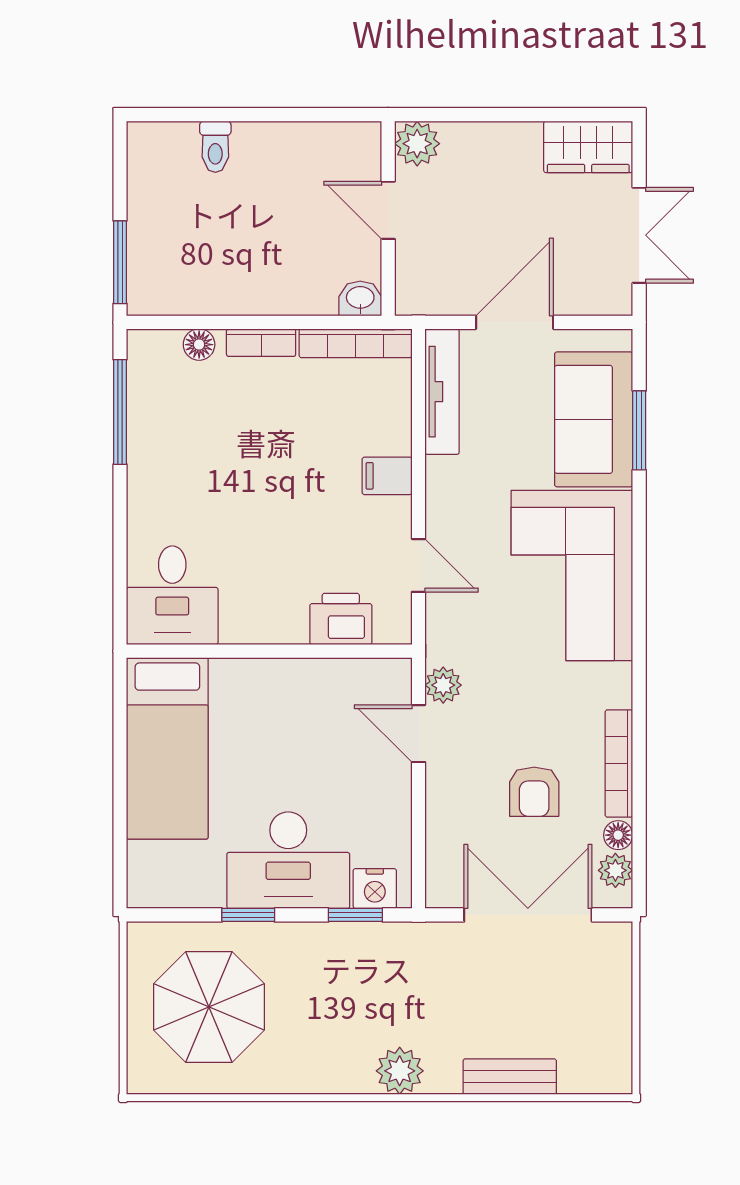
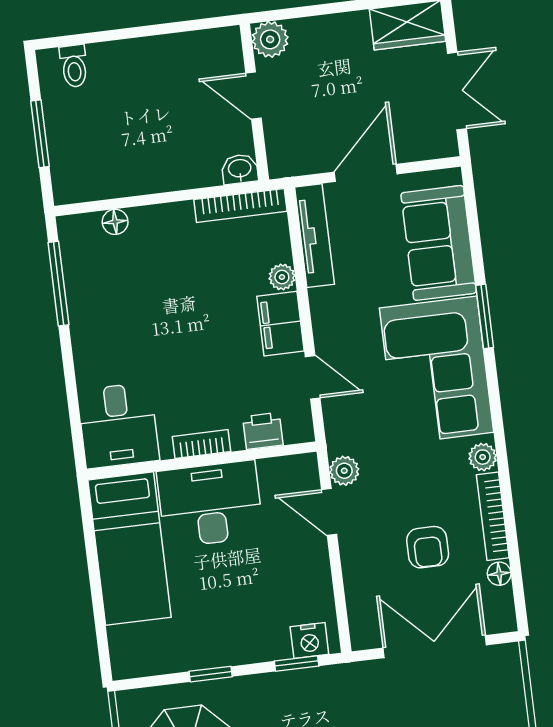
toilet: (215, 147) -> (74, 66), moved
window: (120, 262) -> (40, 134), moved
bookcase: (261, 343) -> (202, 444), moved, turned 180
window: (639, 430) -> (485, 316), moved
plant: (396, 438) -> (282, 277), added
filing cabinet: (387, 476) -> (281, 324), width x2.00
printer: (341, 619) -> (263, 431), width x0.73, depth x0.81
desk: (288, 860) -> (210, 504), moved, turned 180
plant: (615, 870) -> (483, 457), moved

